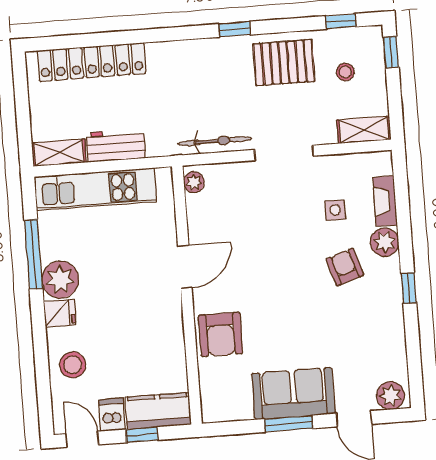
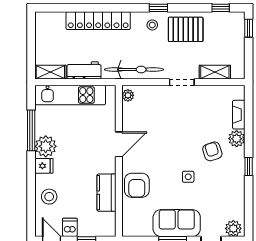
locker: (92, 62) -> (98, 21), moved
stool: (345, 72) -> (152, 25), moved
shelving: (364, 130) -> (215, 72), moved
bicycle: (215, 141) -> (134, 70), width x1.37, depth x1.40
doorway: (284, 153) -> (182, 82), width x0.73
side table: (335, 210) -> (188, 177), moved
kitchen counter: (158, 411) -> (106, 193), moved, turned -90

